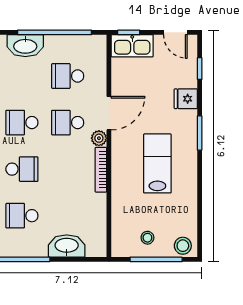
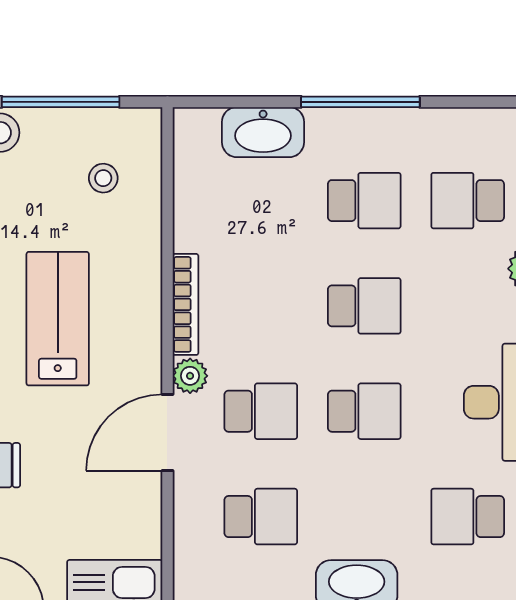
lab bench: (157, 163) -> (58, 319), turned 180
school desk: (22, 169) -> (364, 306), turned 180
stool: (147, 238) -> (103, 178), moved

